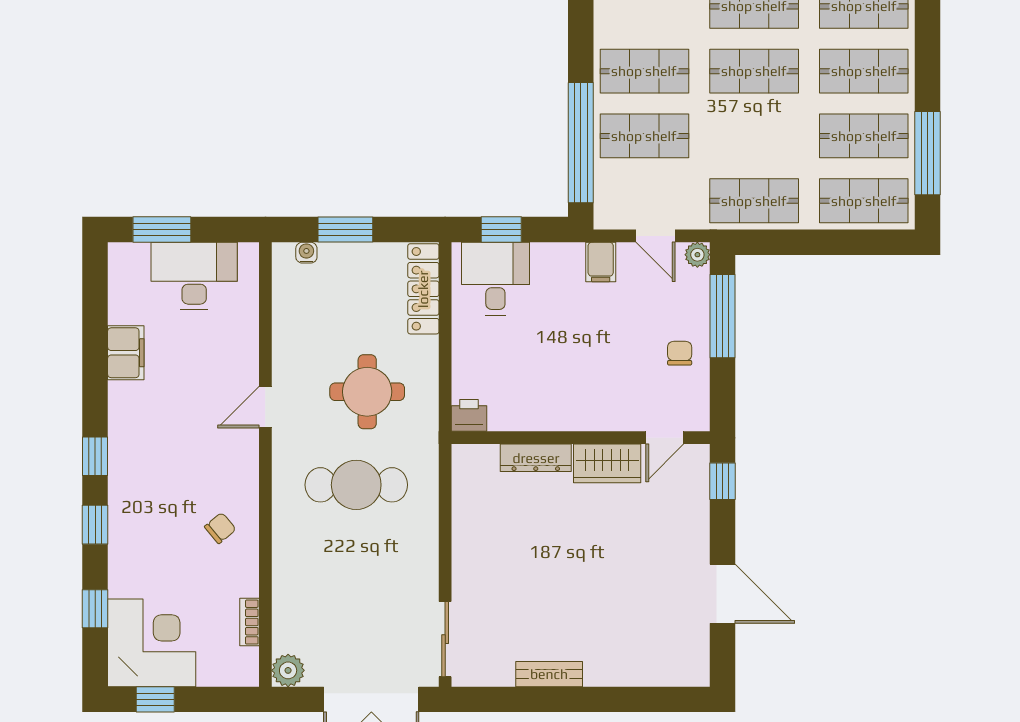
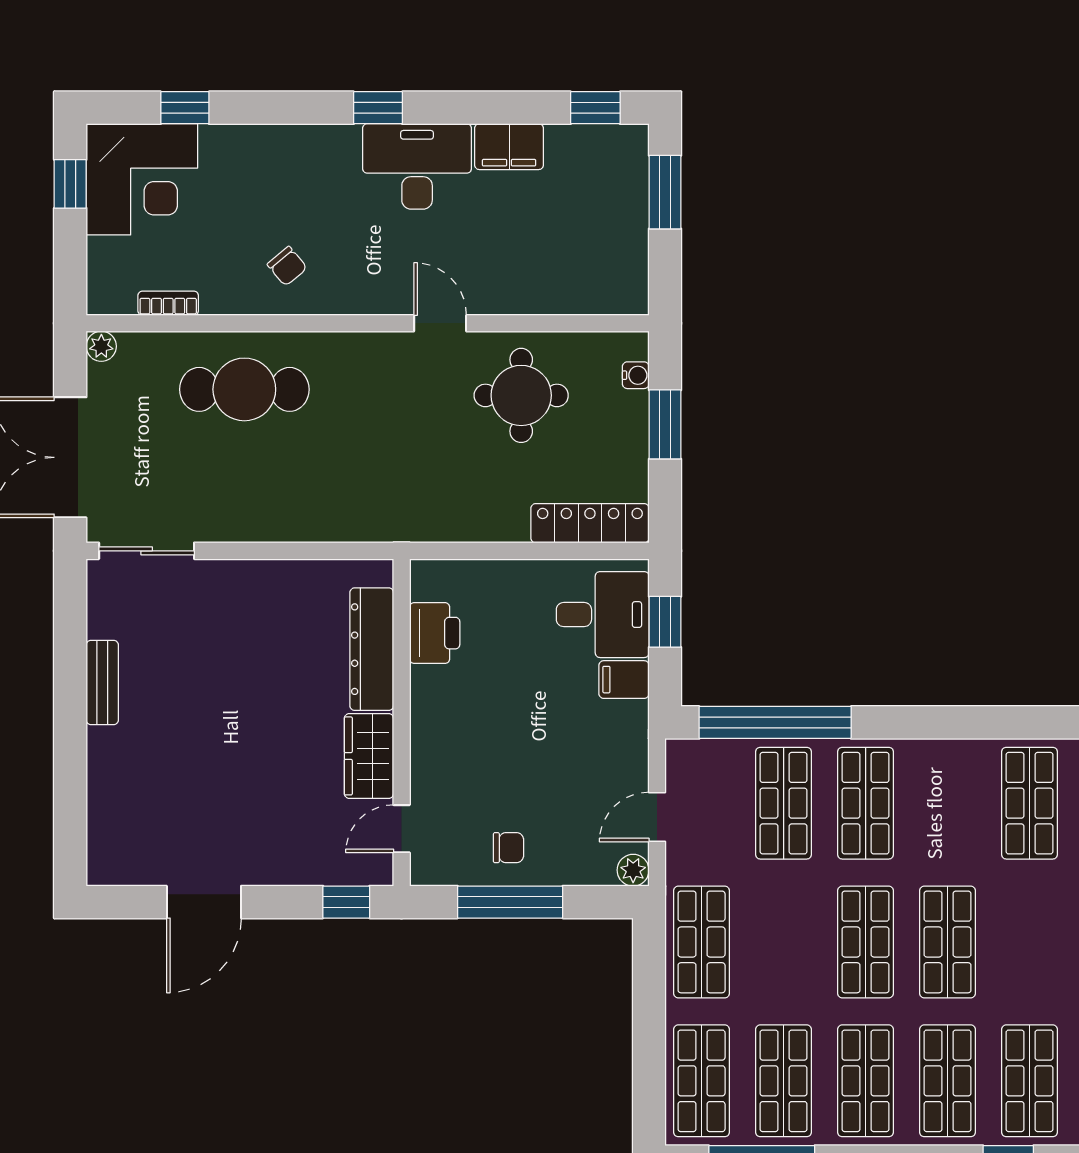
filing cabinet: (601, 262) -> (624, 680), moved
desk: (194, 276) -> (417, 166), moved, turned -90
window: (723, 316) -> (510, 902), moved
round table: (367, 392) -> (521, 395), moved
printer: (469, 415) -> (435, 633), moved, width x1.36, depth x1.24
door: (665, 438) -> (402, 829), hinge flipped
dresser: (536, 458) -> (372, 649), width x1.37, depth x1.24
cafe table: (356, 485) -> (244, 389), moved, turned 90
window: (95, 525) -> (595, 108), moved
plant: (288, 670) -> (101, 346), width x0.73, depth x0.73

